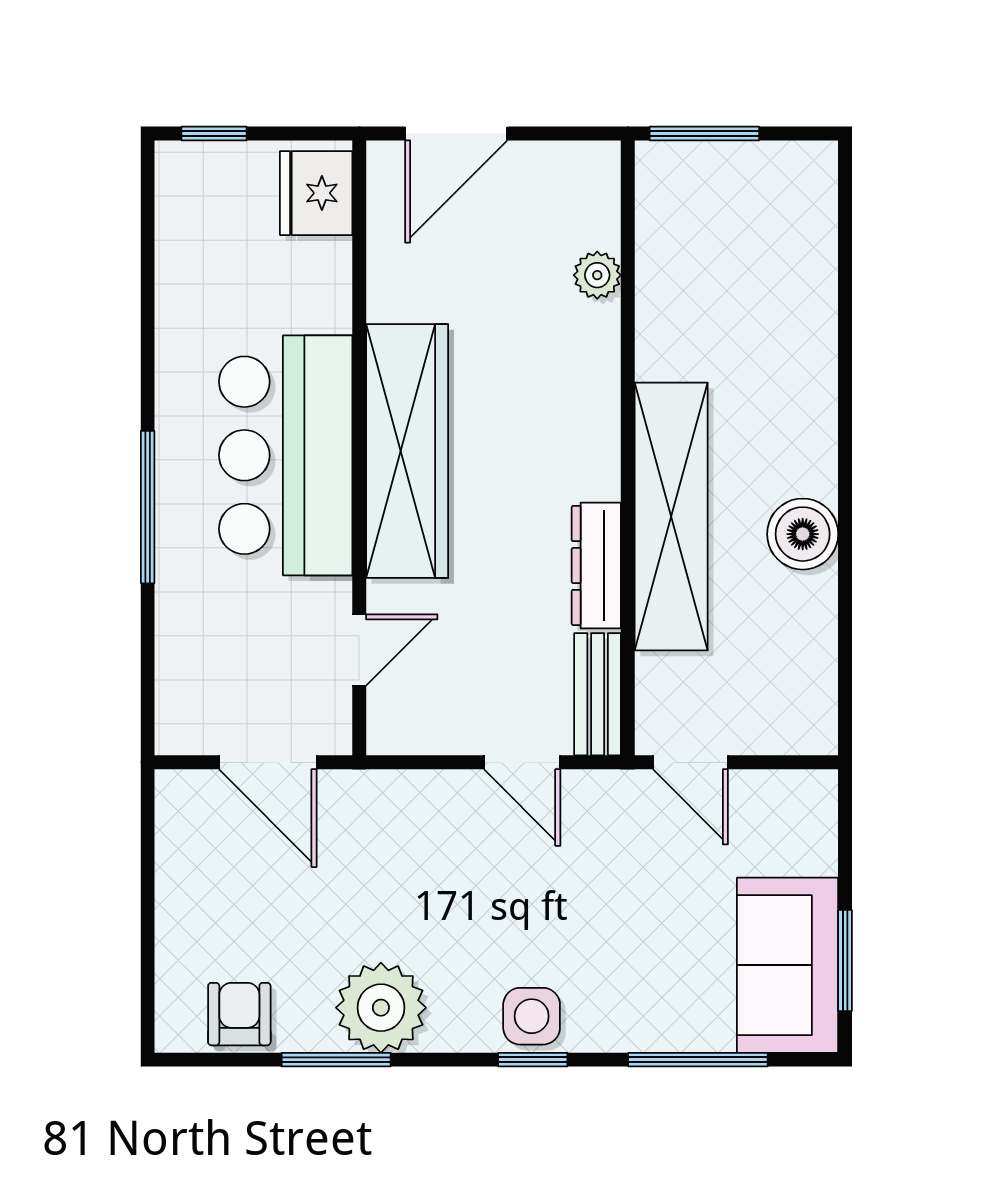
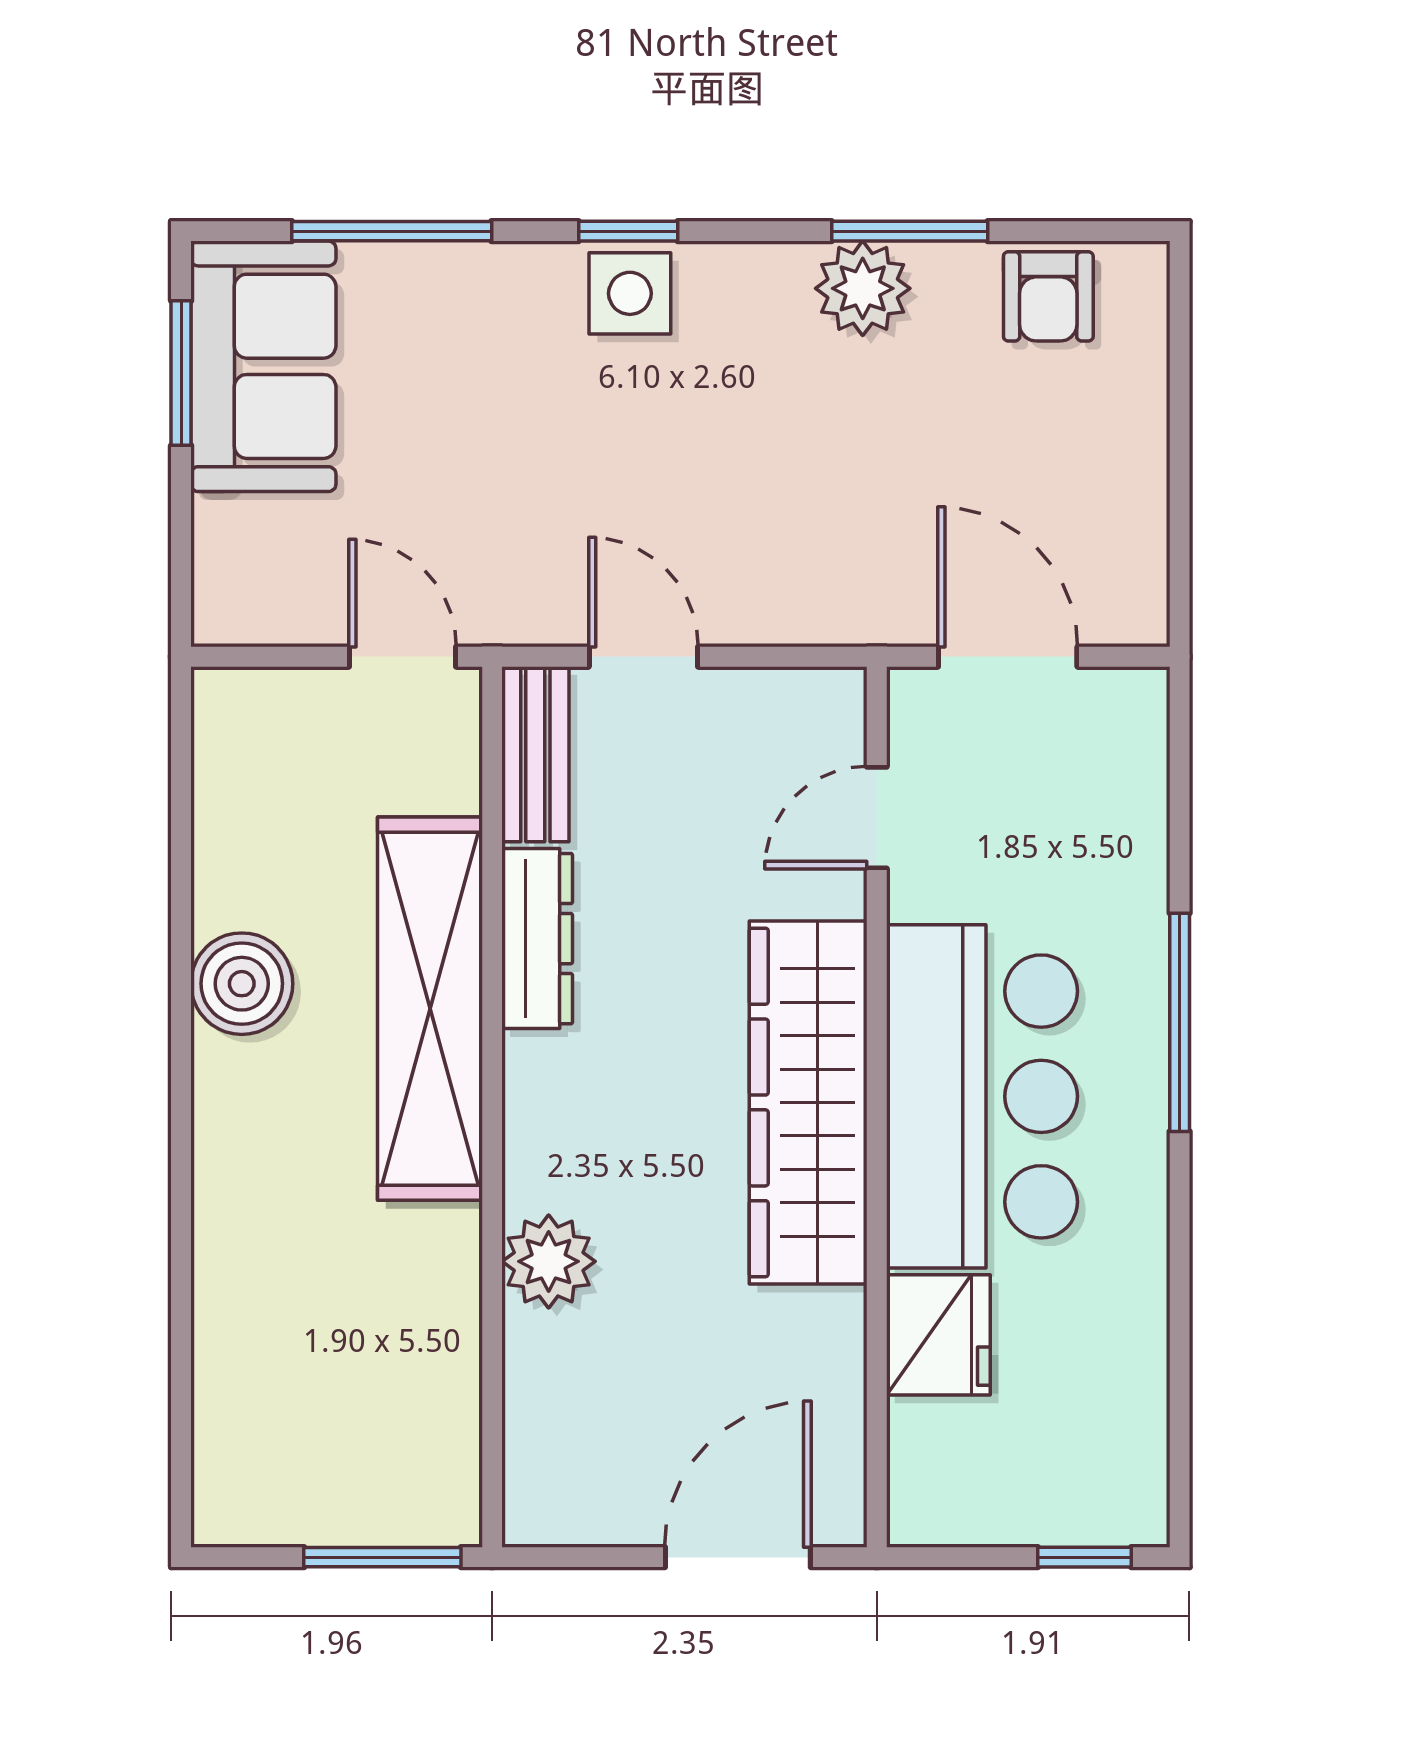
fridge: (316, 193) -> (938, 1335), moved
plant: (597, 275) -> (549, 1261), moved, width x1.38, depth x1.38
plant: (381, 1008) -> (863, 288), width x0.73, depth x0.73

